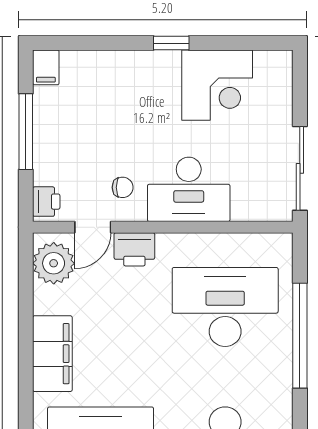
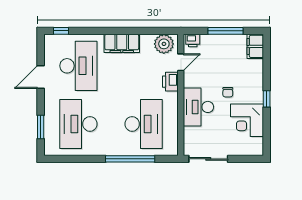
filing cabinet: (46, 67) -> (255, 46), width x2.00
chair: (123, 187) -> (228, 92), moved
door: (93, 227) -> (181, 62), swing flipped

